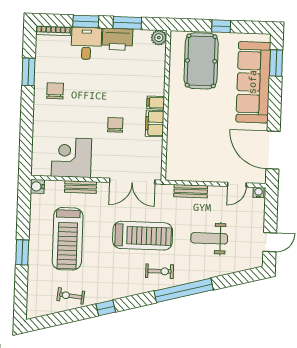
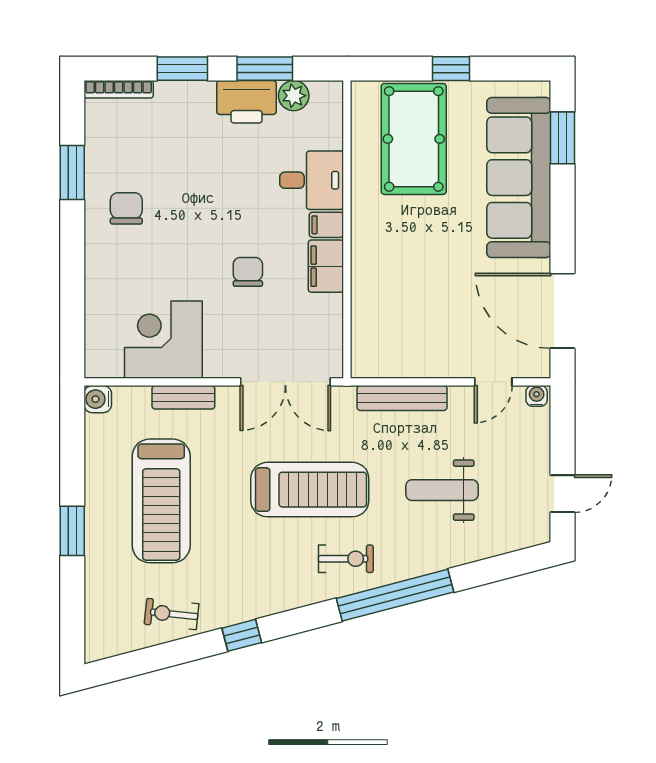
plant: (159, 38) -> (294, 96), moved
desk: (86, 43) -> (312, 180), moved, turned 90
bench: (191, 191) -> (402, 398), width x1.36

